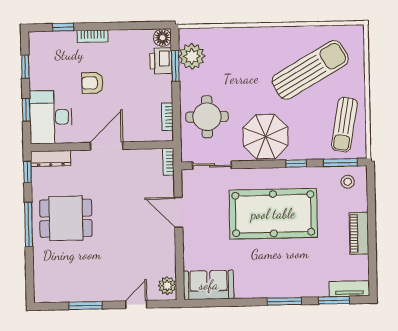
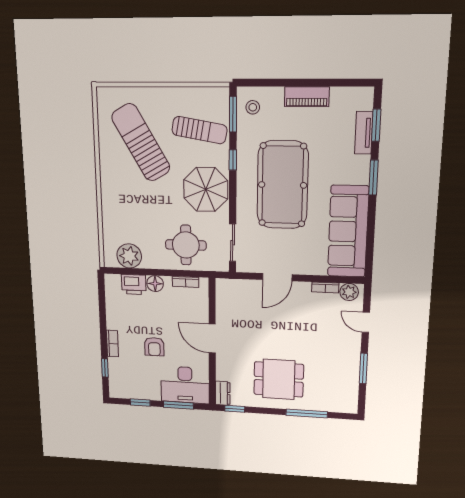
floor lamp: (162, 38) -> (155, 284), moved
window: (175, 66) -> (138, 272), removed
window: (26, 110) -> (178, 405), width x1.50
sun lounger: (344, 125) -> (199, 130), moved
dresser: (51, 159) -> (223, 393), width x0.70
bookcase: (168, 162) -> (325, 287), moved
dining table: (66, 218) -> (279, 379), turned 90
window: (29, 225) -> (307, 414), moved
sofa: (209, 285) -> (348, 231), width x1.85, depth x1.27
tv unit: (349, 289) -> (364, 133), moved

